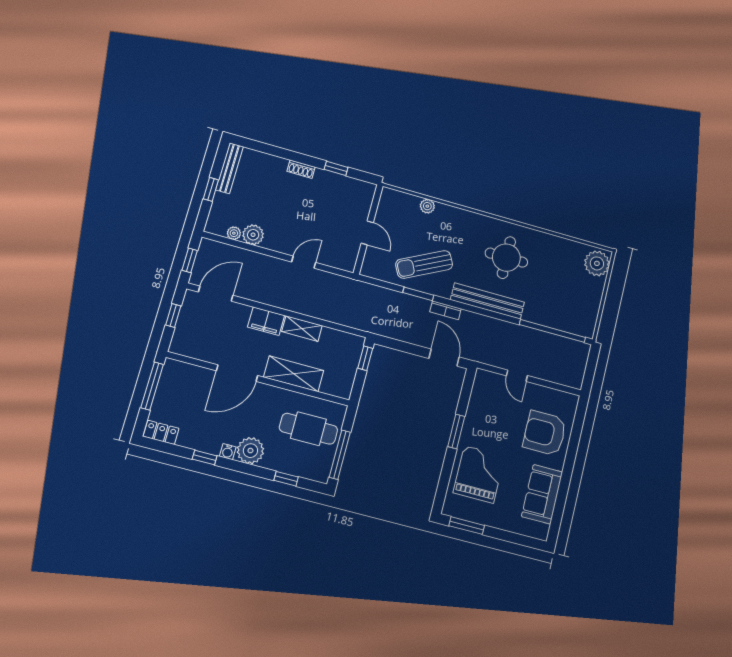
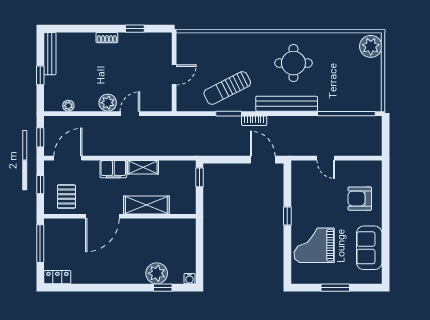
plant: (427, 206) -> (217, 39), removed
door: (367, 233) -> (174, 75), hinge flipped
plant: (253, 235) -> (108, 103), moved
pallet: (201, 338) -> (66, 197), added
cafe table: (308, 429) -> (170, 245), removed
window: (456, 431) -> (287, 216), width x0.67
armchair: (545, 433) -> (360, 199), width x0.73, depth x0.73
plant: (250, 451) -> (157, 273), moved
water cooler: (228, 452) -> (189, 279), moved
window: (340, 455) -> (200, 258), removed
window: (205, 458) -> (96, 288), removed
grand piano: (479, 474) -> (314, 245), turned -90
window: (467, 526) -> (335, 288), moved

